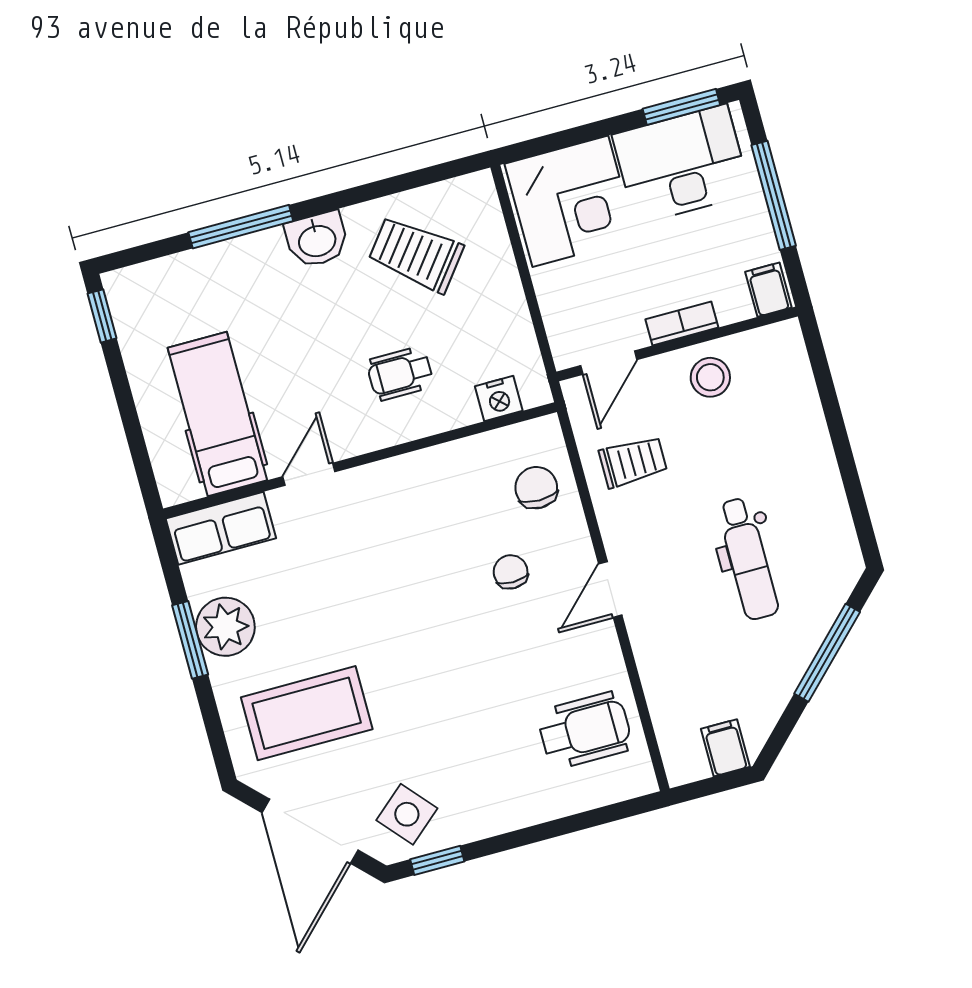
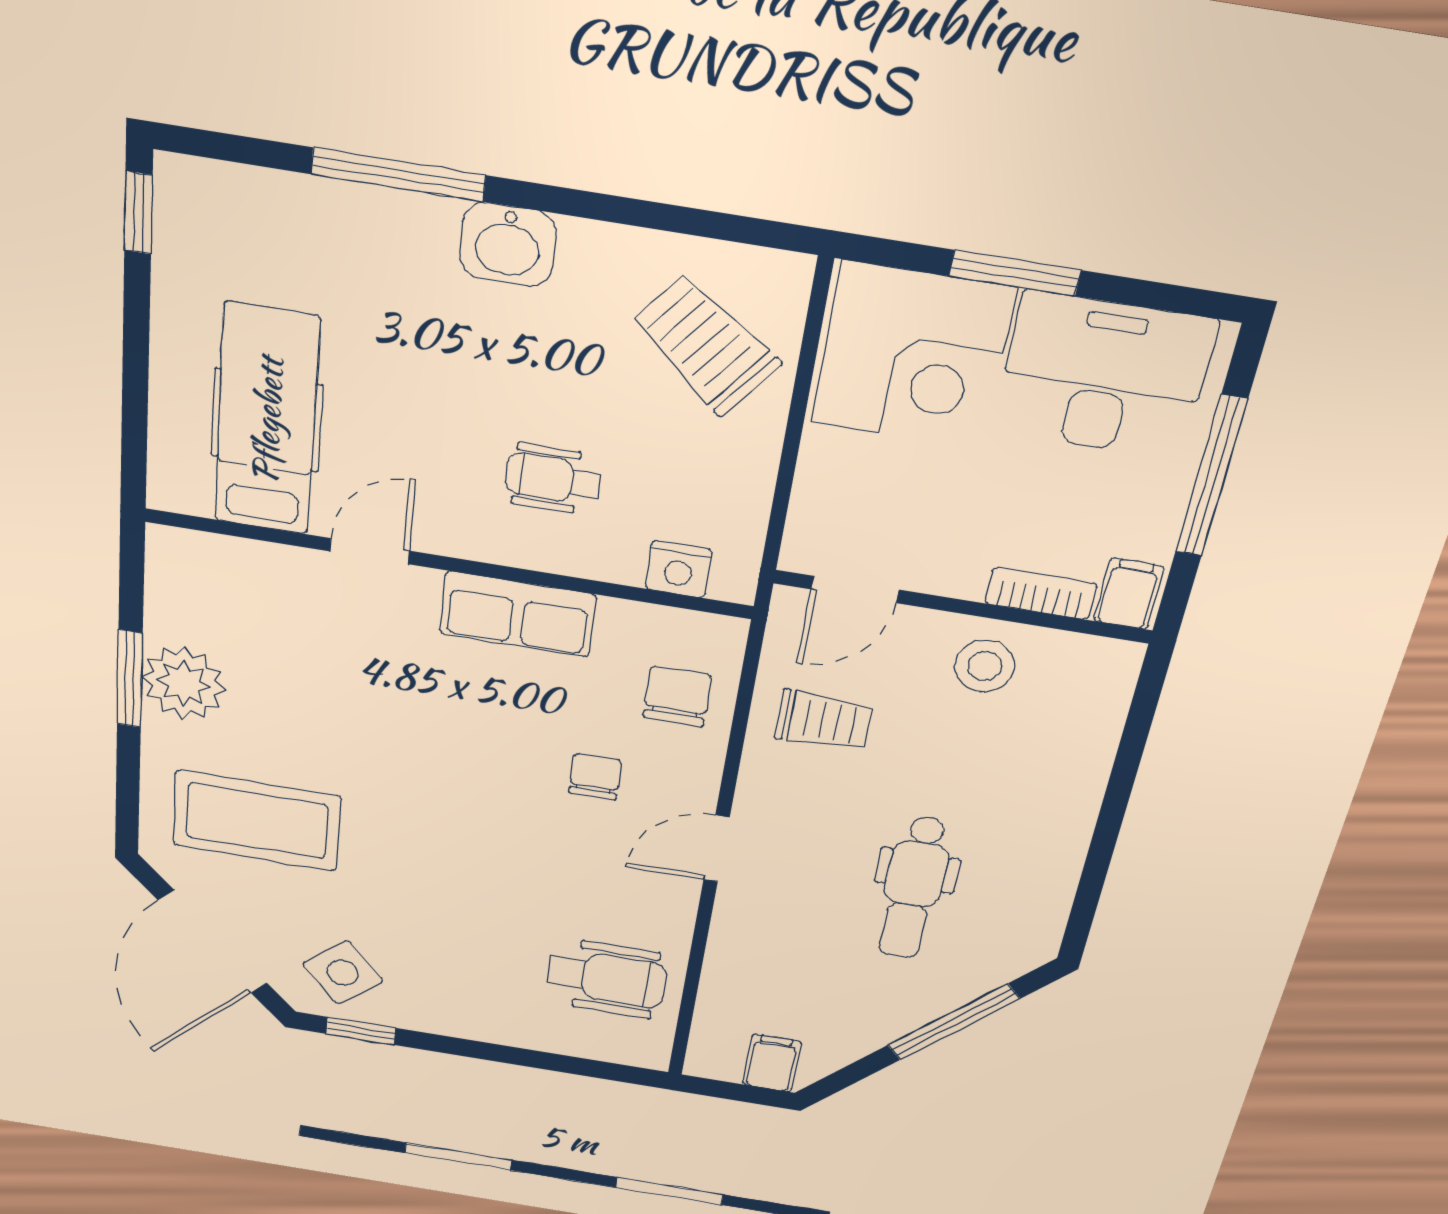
window: (681, 107) -> (1015, 273), moved
trolley: (416, 254) -> (705, 345), moved
bookcase: (682, 323) -> (1041, 594), moved
row of seats: (221, 528) -> (518, 614), moved

